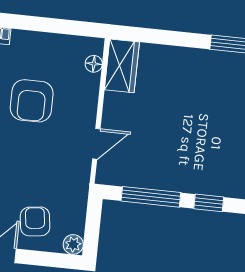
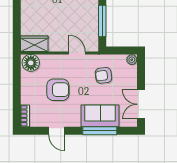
floor lamp: (94, 64) -> (31, 63), width x1.89, depth x1.89
armchair: (35, 221) -> (103, 75), moved

